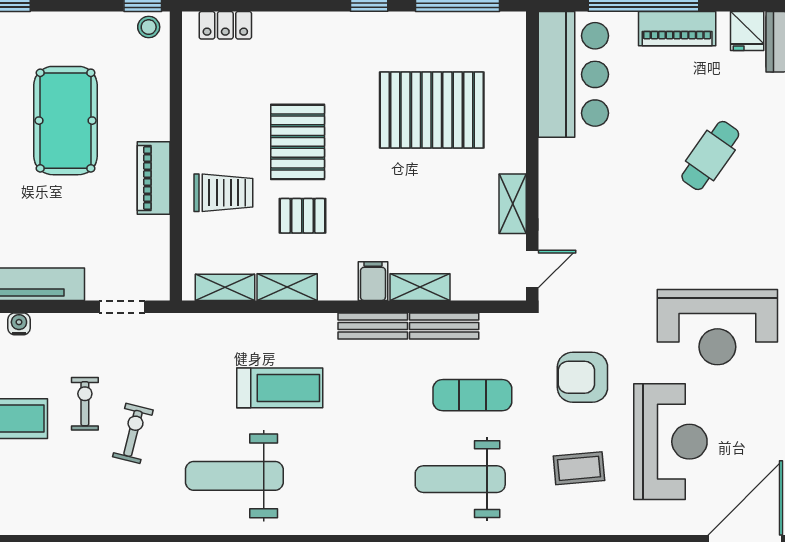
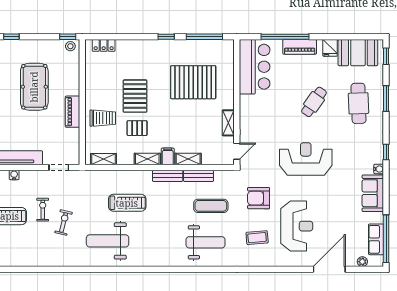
shelving: (287, 287) -> (147, 159), moved
reception desk: (717, 327) -> (306, 159), moved, turned 180
weight bench: (460, 479) -> (206, 242), turned 180

